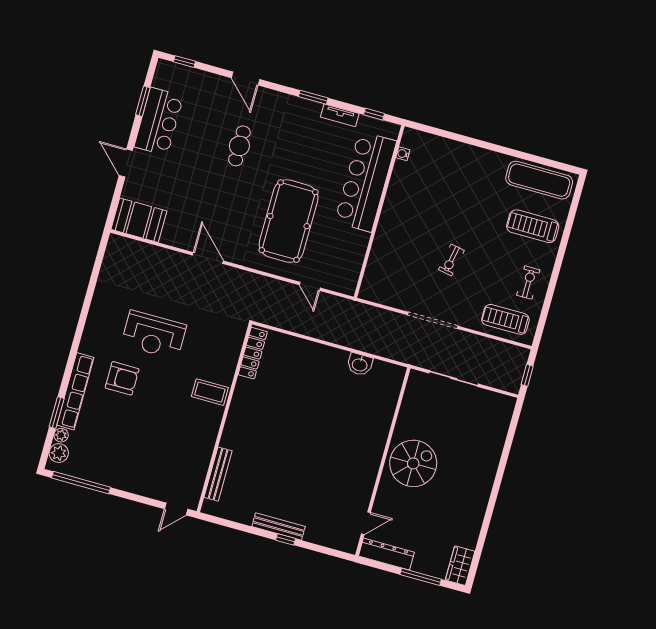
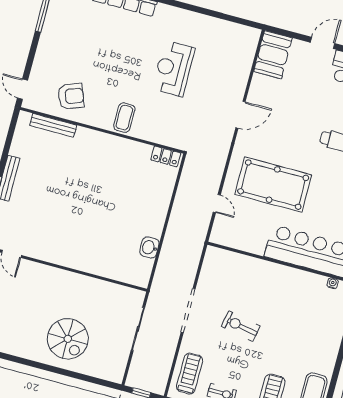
exercise bike: (451, 260) -> (241, 326), width x1.38, depth x1.39
door: (310, 286) -> (217, 204), swing flipped
locker: (253, 353) -> (166, 156), width x0.66
armchair: (122, 378) -> (71, 96), moved, turned -111
spiral stairs: (413, 463) -> (68, 339), moved

